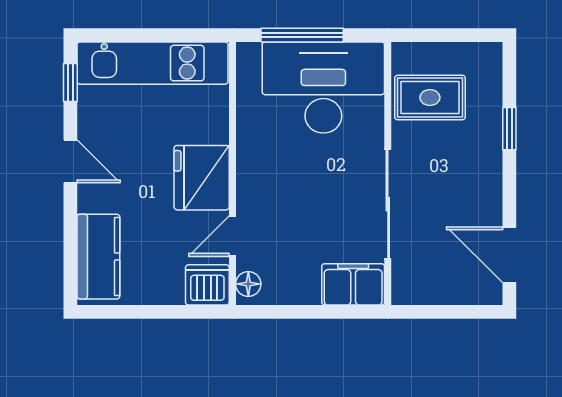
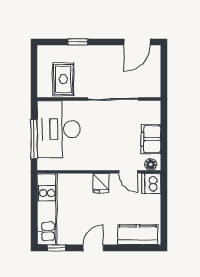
fridge: (202, 178) -> (101, 183), width x0.53, depth x0.75
filing cabinet: (353, 284) -> (151, 139), moved

